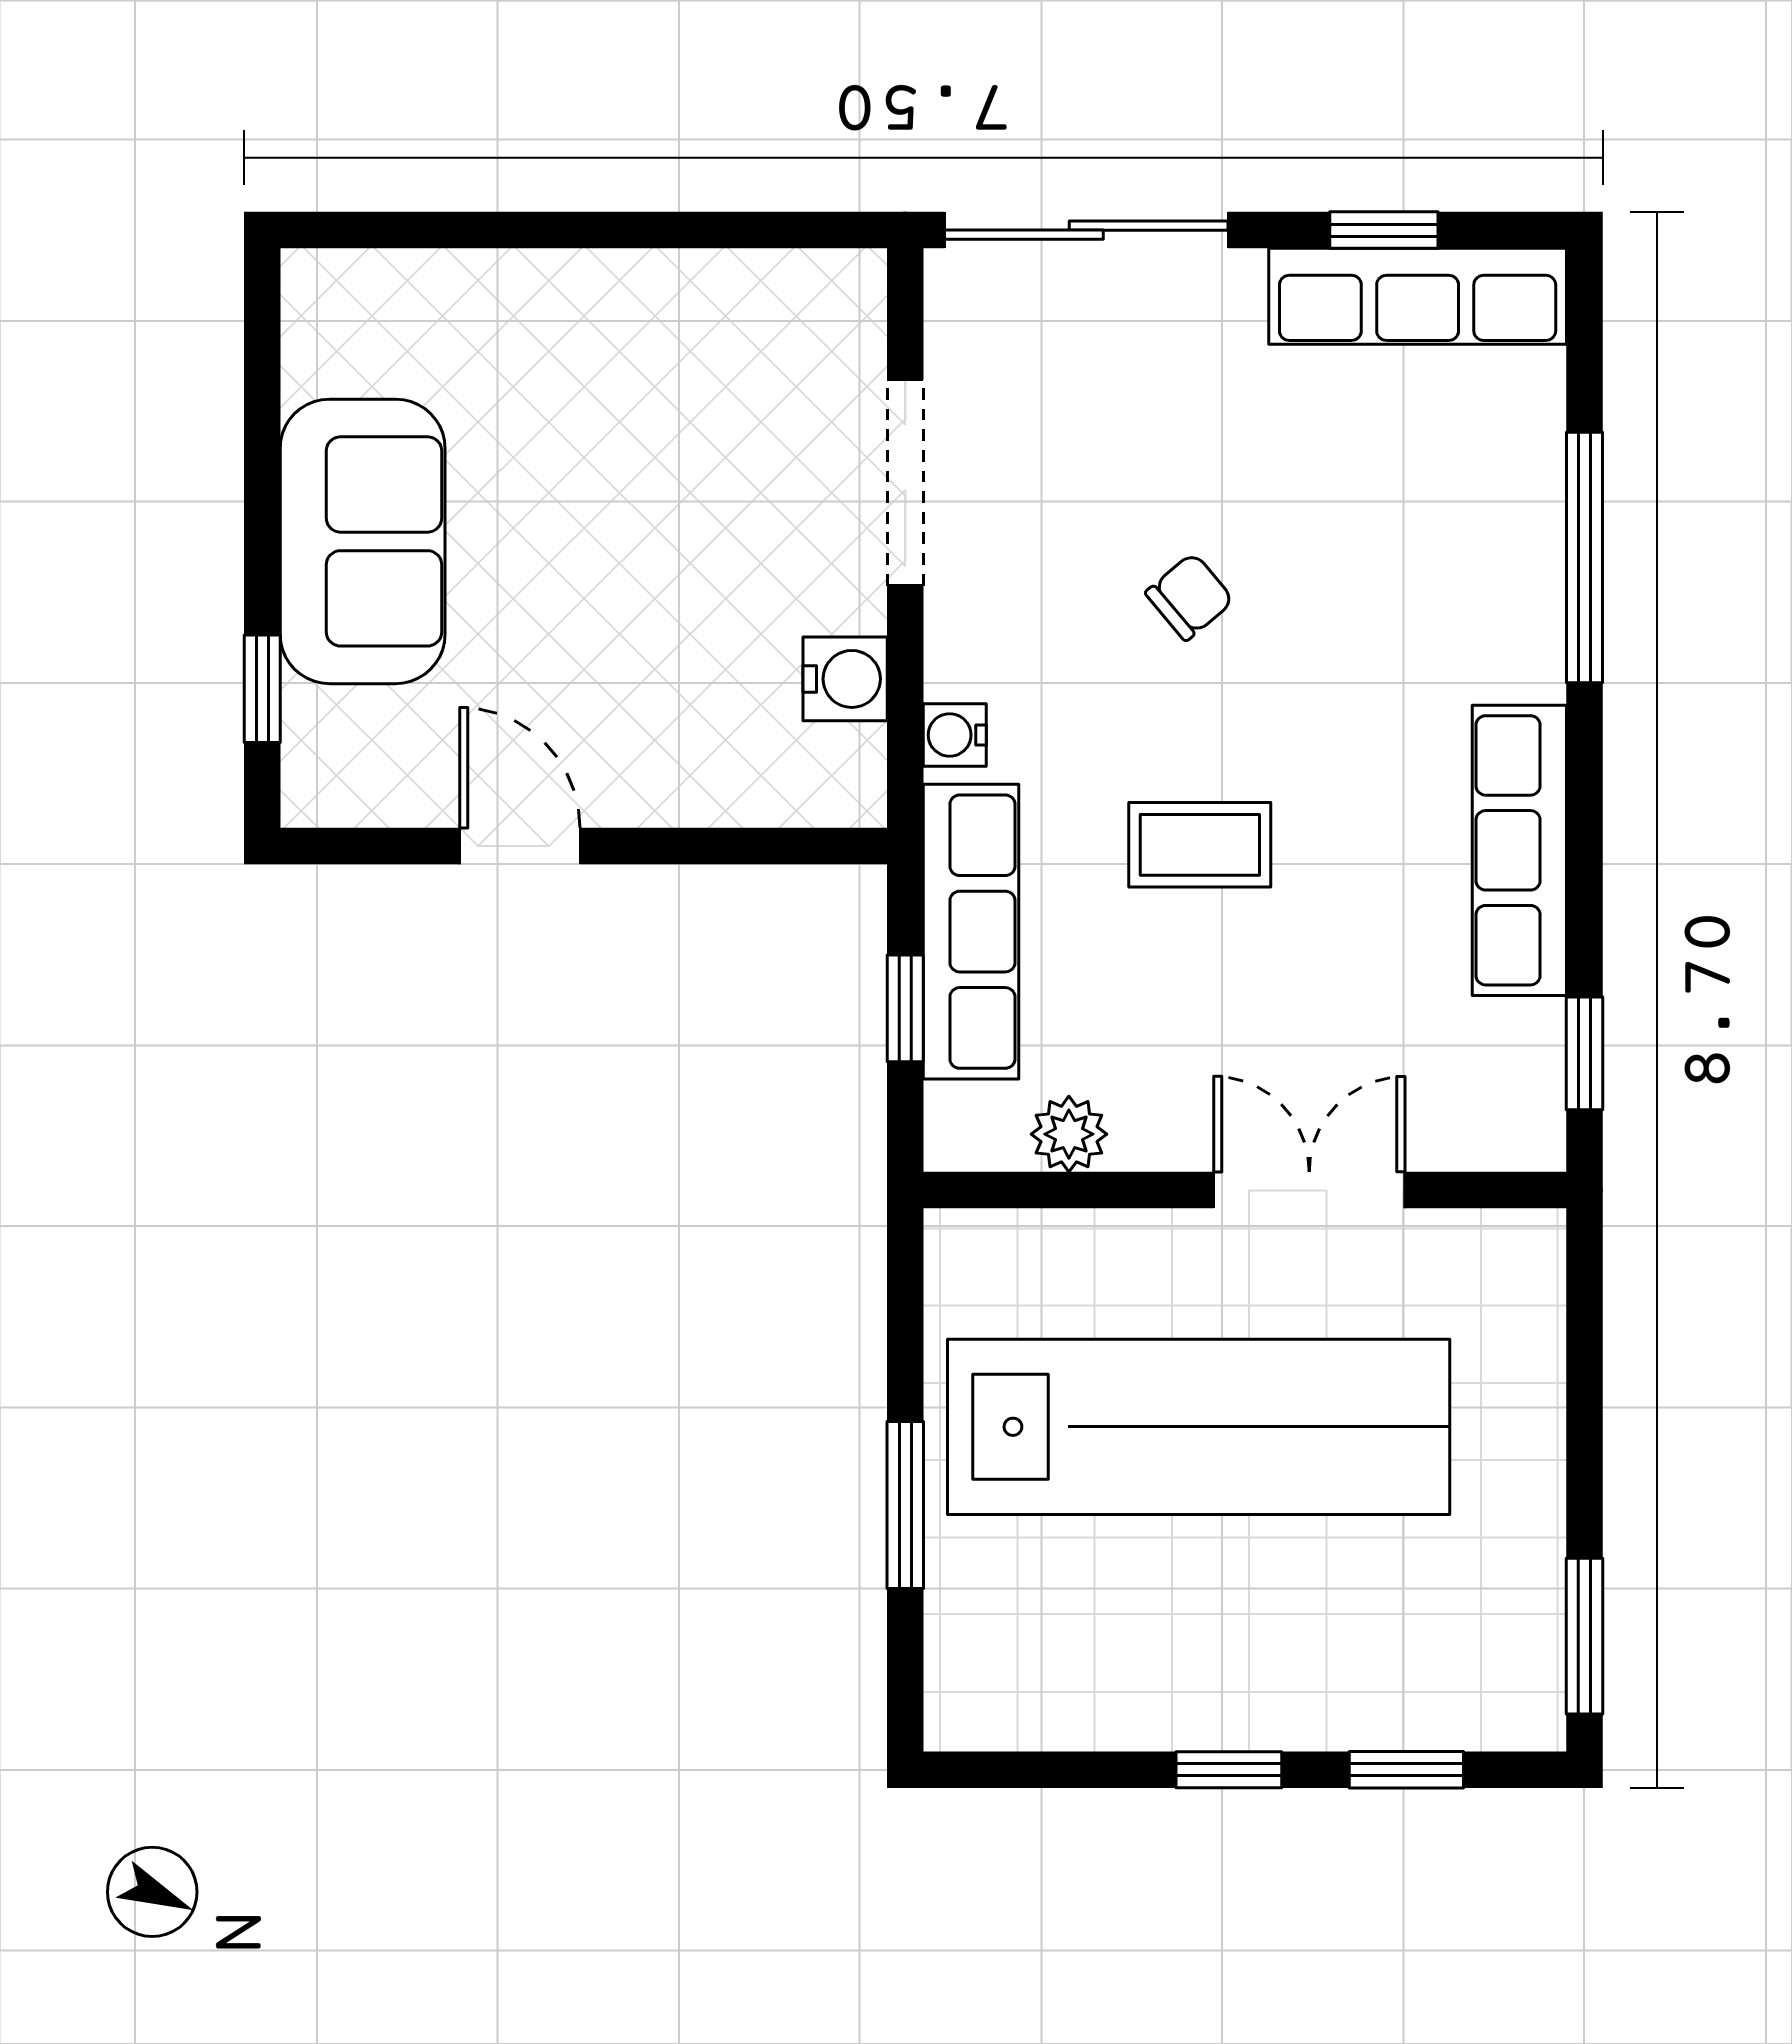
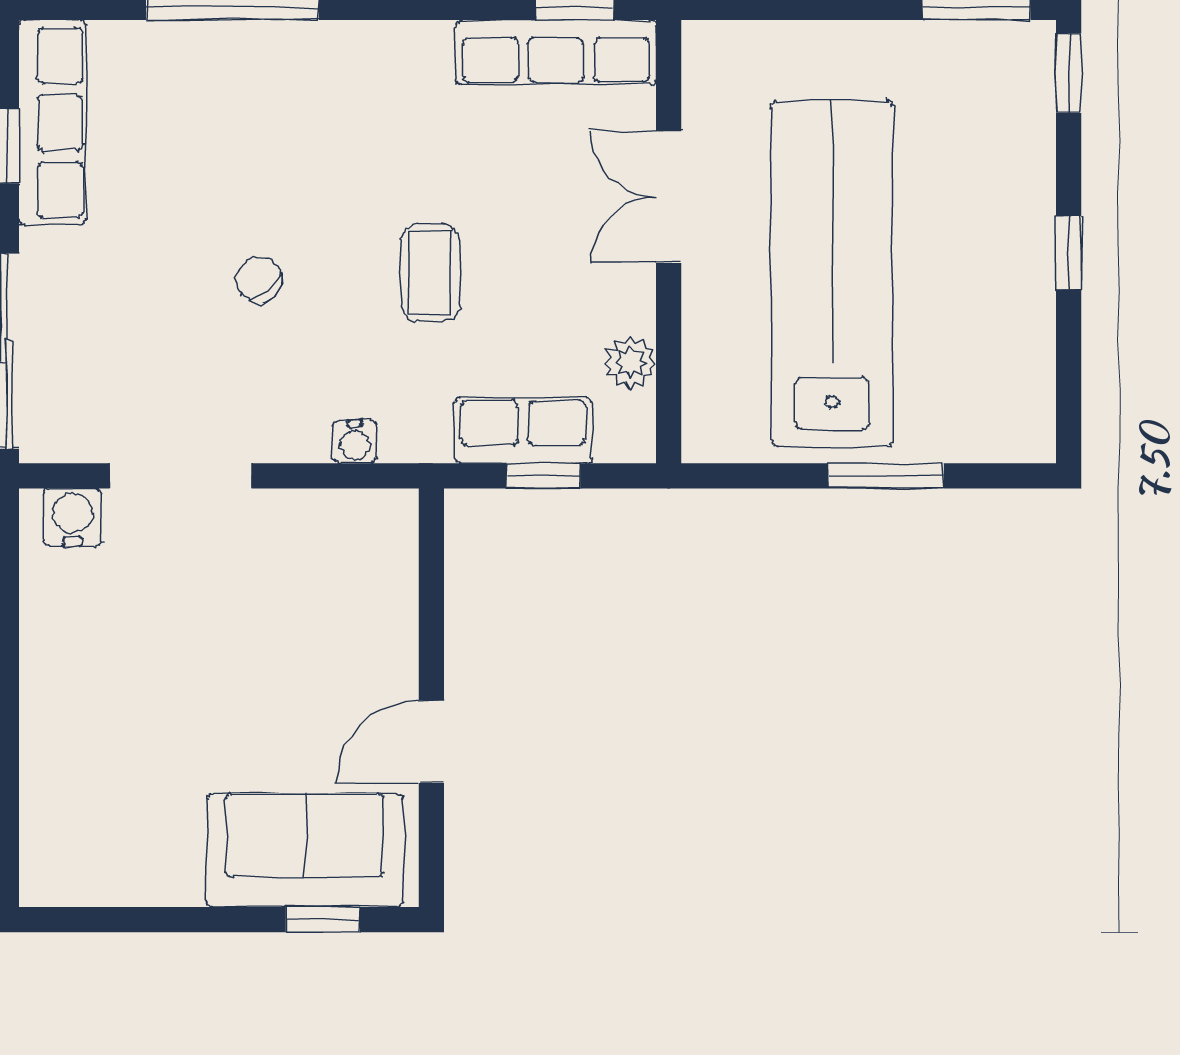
sofa: (363, 541) -> (305, 850), moved
water cooler: (845, 679) -> (73, 517), moved
row of seats: (1519, 850) -> (556, 52), moved
row of seats: (971, 932) -> (523, 431), width x0.68
window: (1406, 1770) -> (1069, 73), moved

